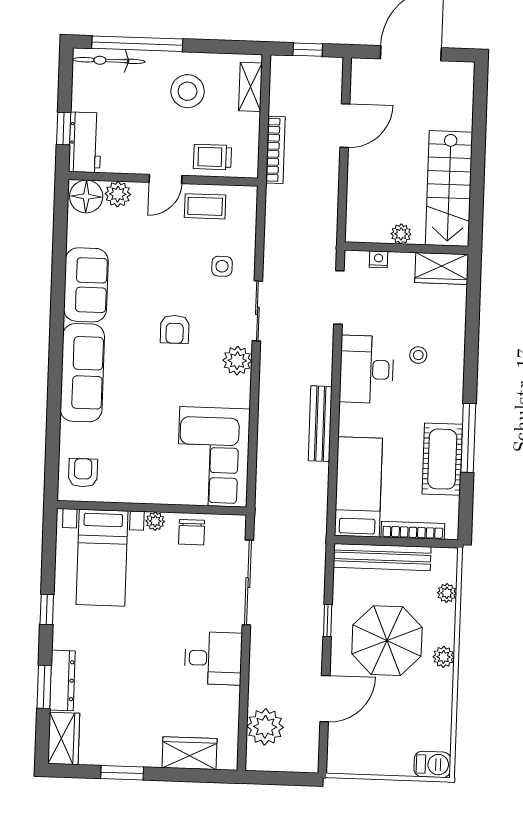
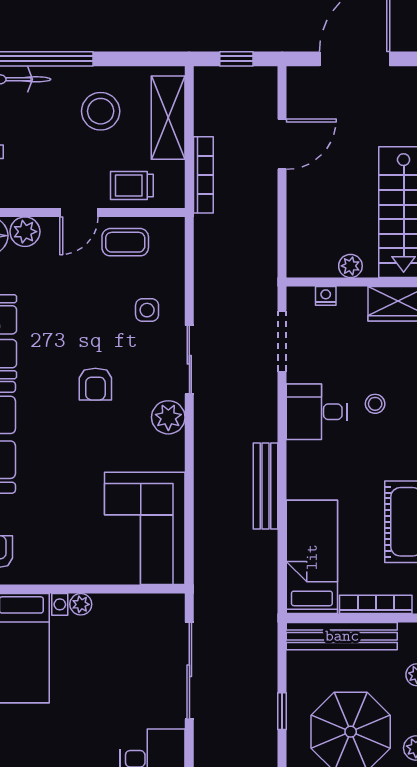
shelving: (250, 87) -> (168, 118), width x1.50, depth x1.33
desk: (367, 369) -> (316, 412), width x0.73
chair: (192, 532) -> (123, 615), removed

